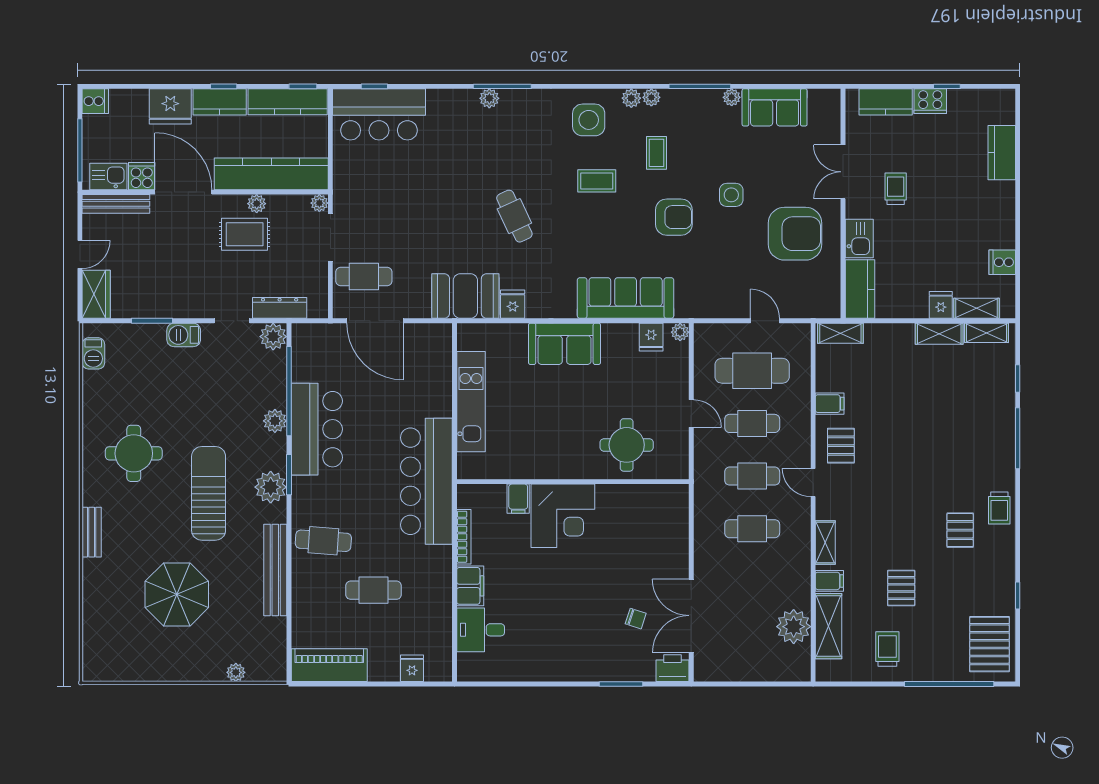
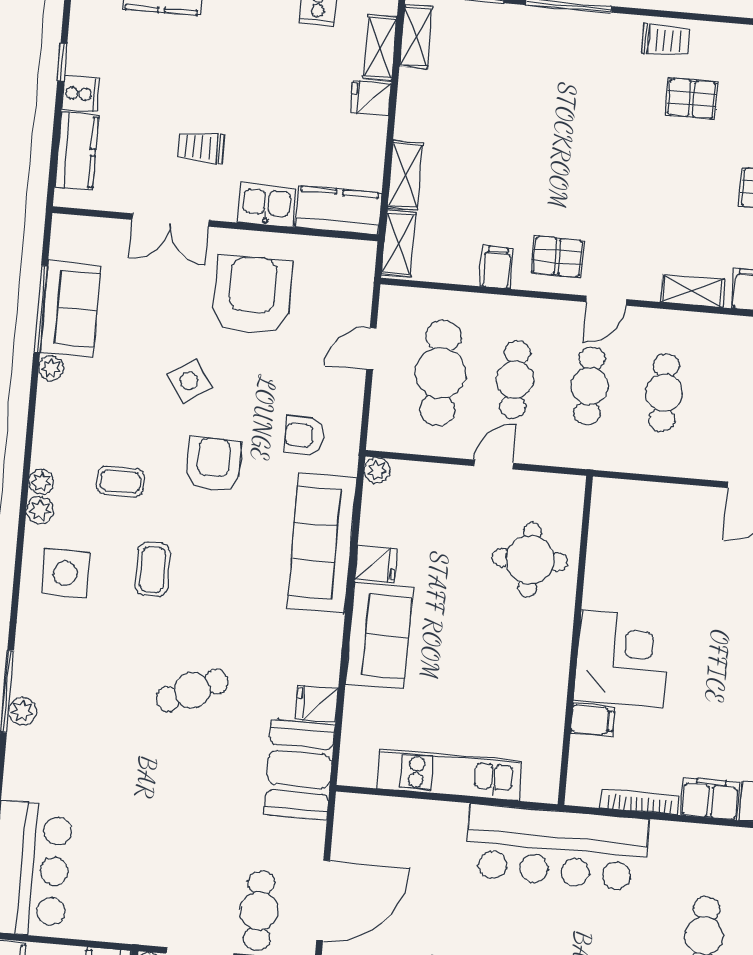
window: (700, 86) -> (41, 309), moved
cooker: (930, 101) -> (81, 94), width x0.73
side table: (731, 195) -> (189, 381), turned -34
armchair: (700, 279) -> (304, 436), added
shelving: (939, 334) -> (405, 175), moved
fridge: (651, 337) -> (376, 564), moved

